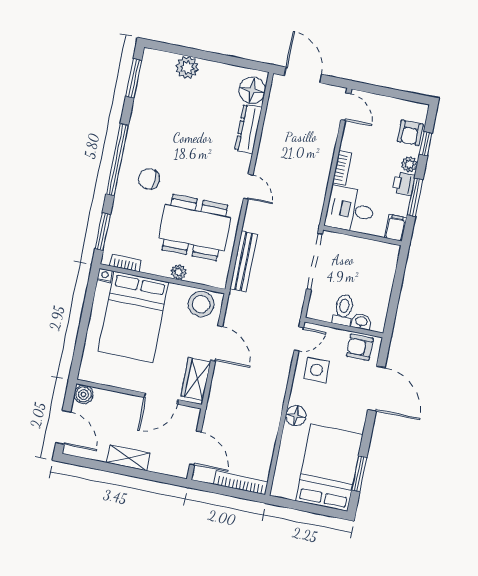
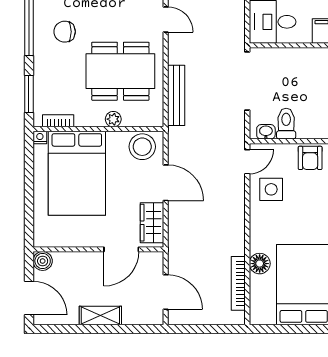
washbasin: (361, 322) -> (266, 132), moved
armchair: (360, 347) -> (310, 158), turned -90
floor lamp: (296, 416) -> (260, 264), moved
bookcase: (241, 483) -> (238, 283), moved, turned -90

